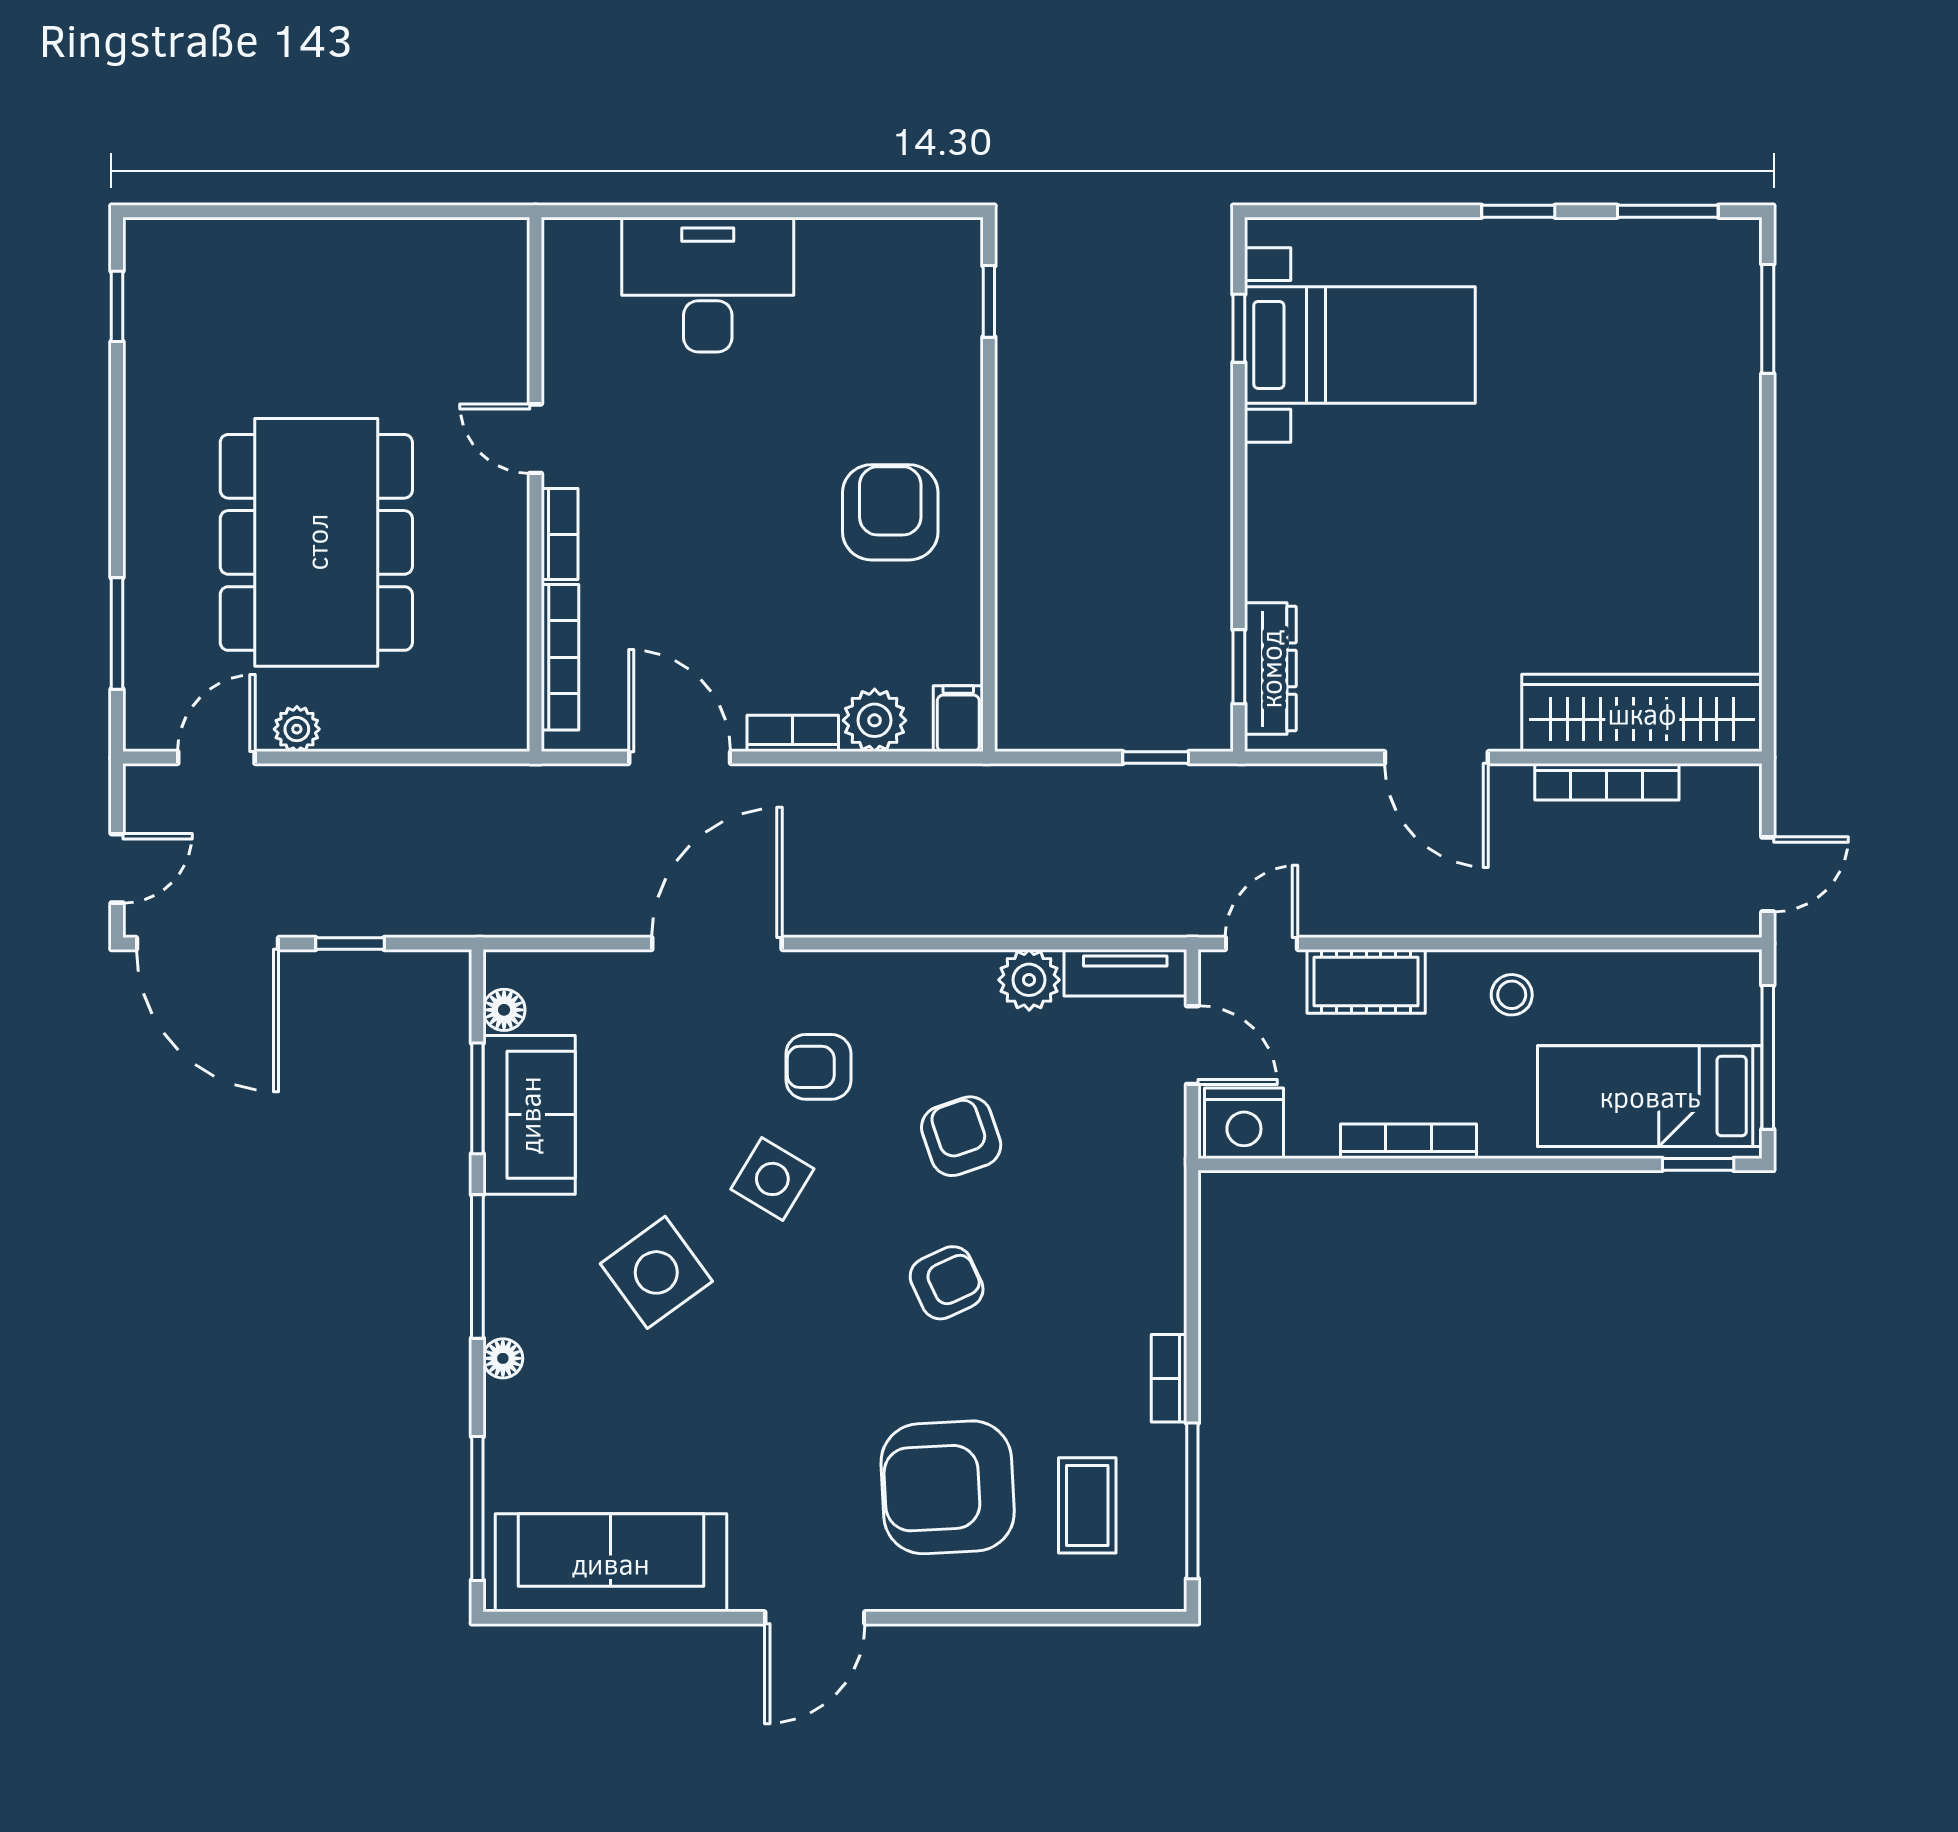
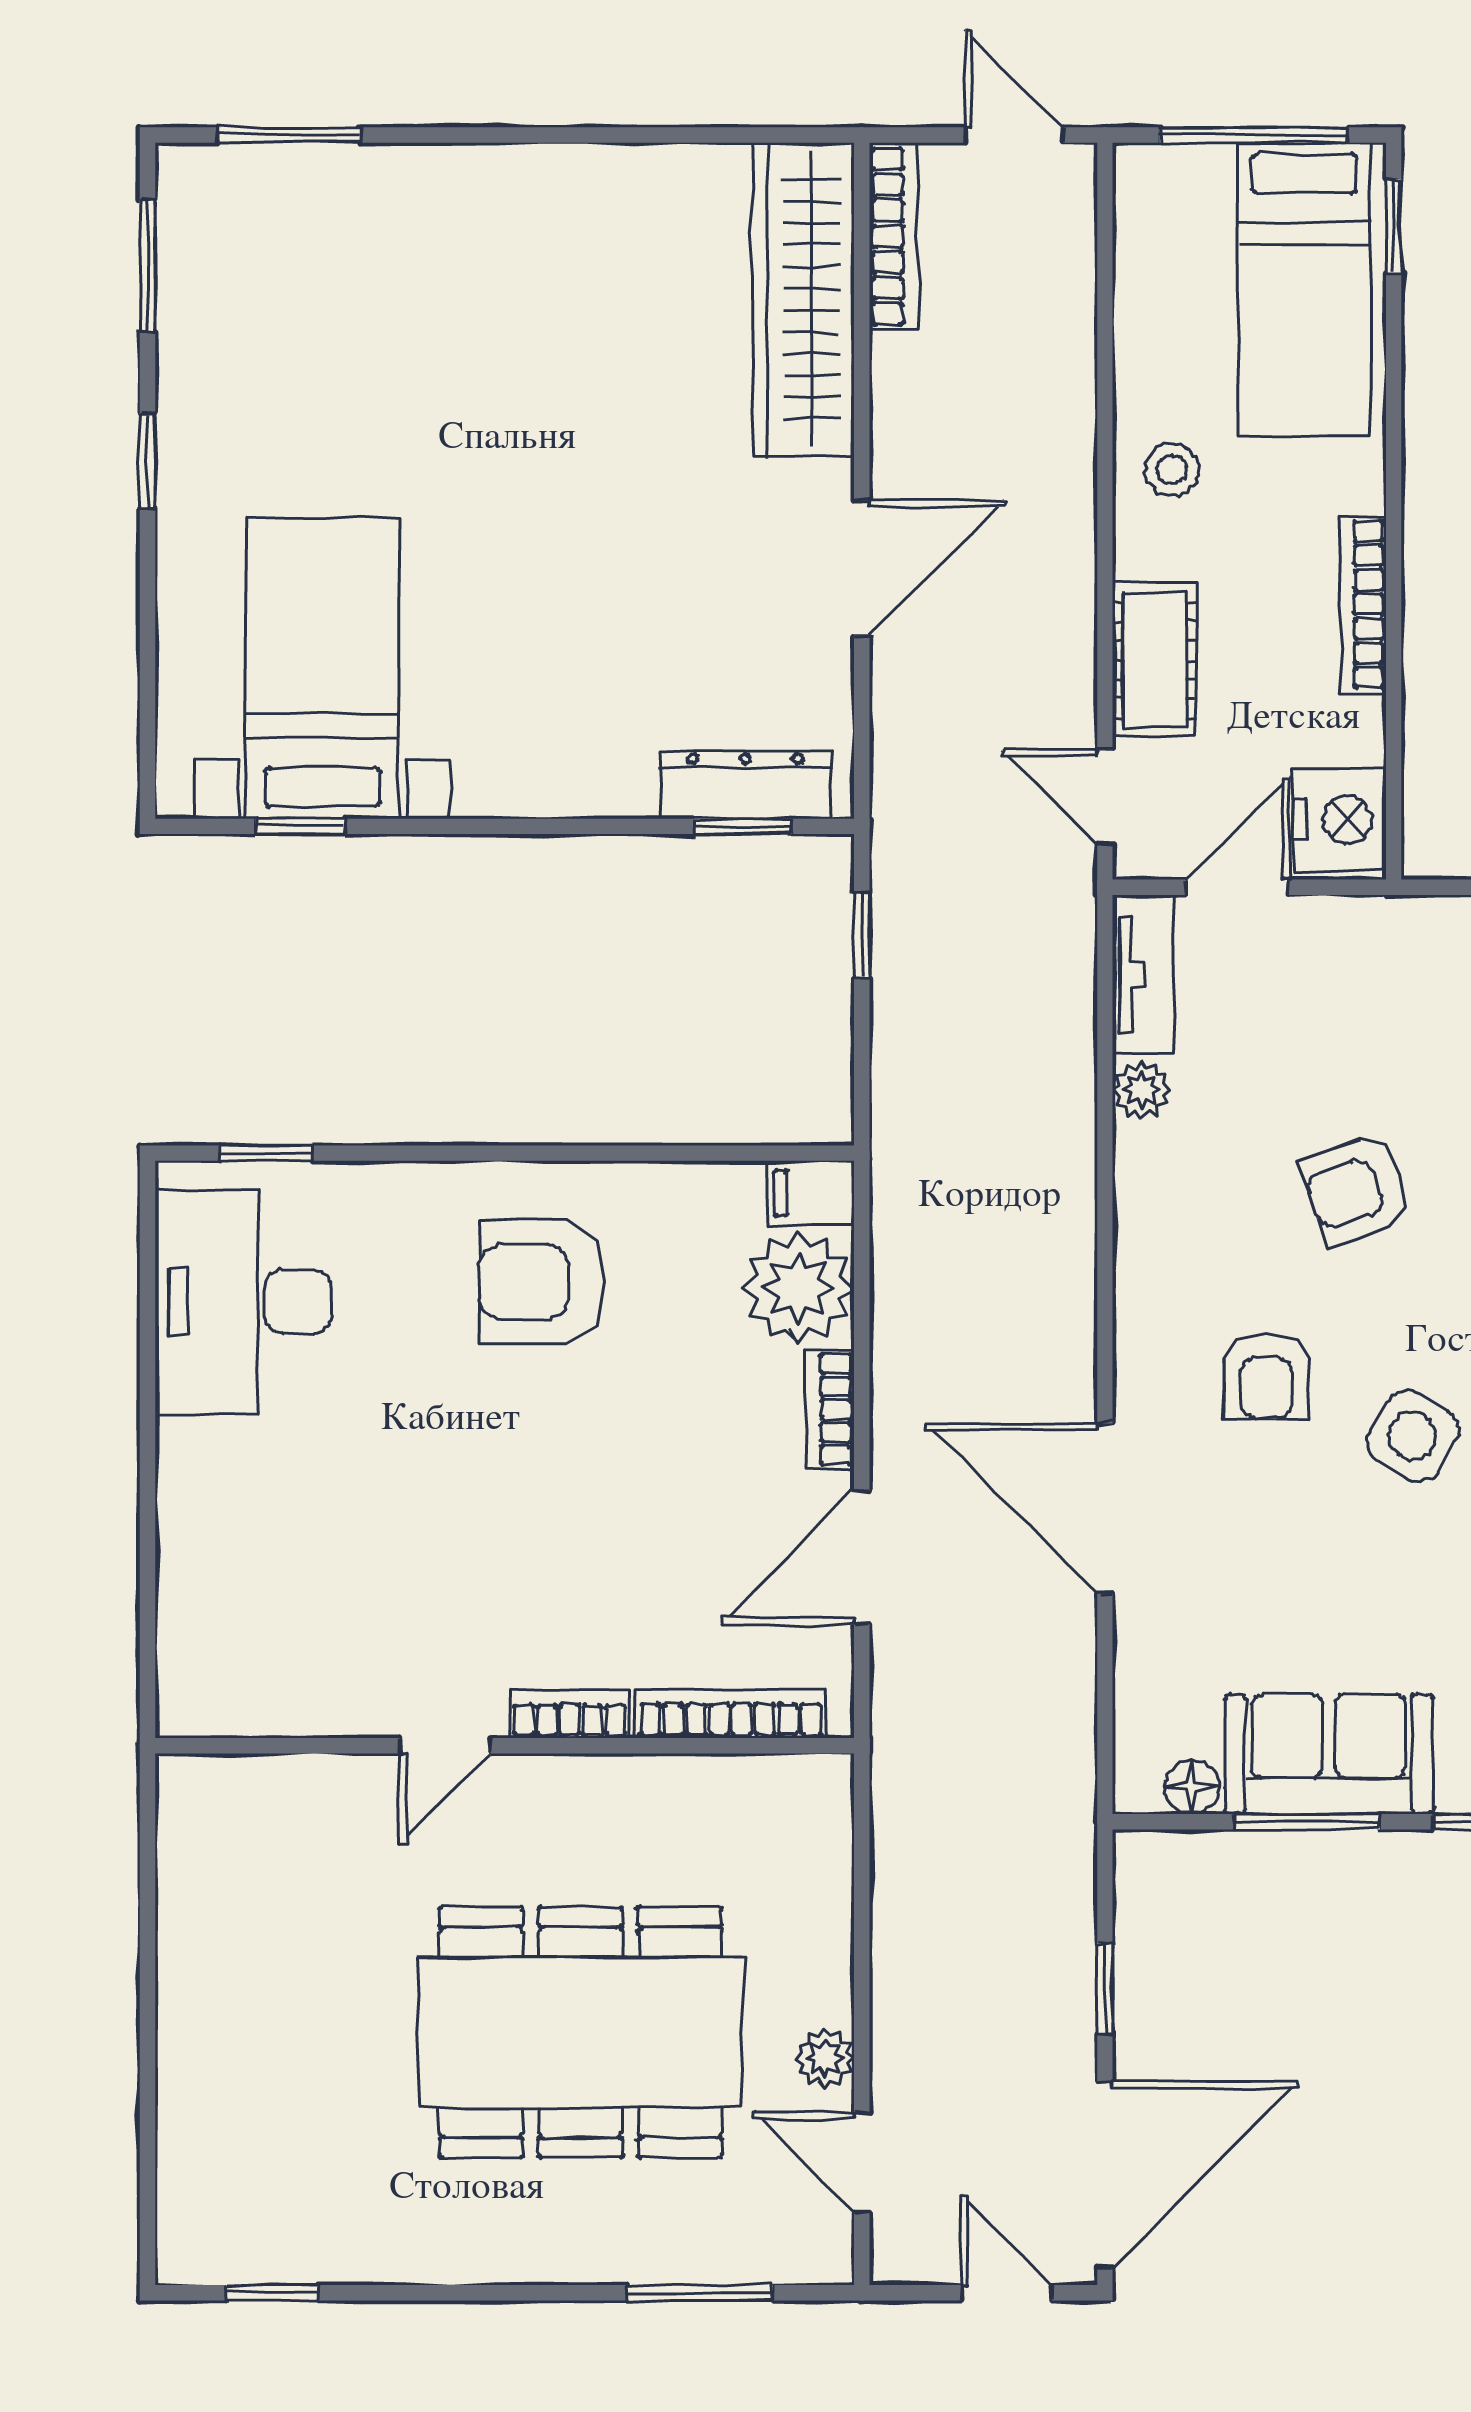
desk: (708, 285) -> (243, 1302), moved
plant: (875, 720) -> (798, 1288), width x1.36, depth x1.36
bookcase: (1607, 782) -> (893, 237), moved
plant: (1029, 980) -> (1141, 1090), width x0.73, depth x0.73

